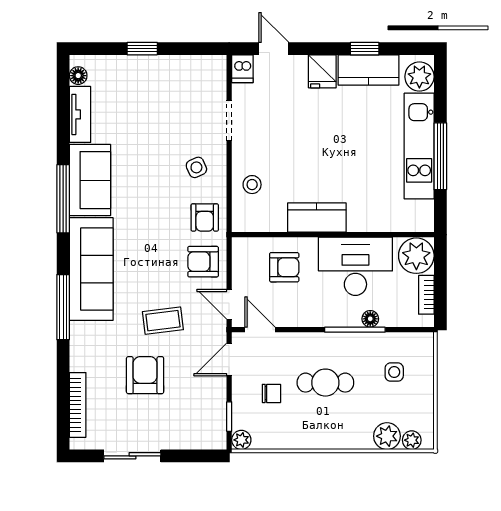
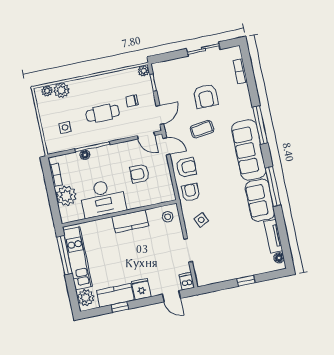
kitchen counter: (317, 218) -> (130, 221), moved
wall: (333, 235) -> (119, 213), moved
desk: (355, 266) -> (103, 198), moved
bookcase: (78, 405) -> (240, 71), width x0.64

